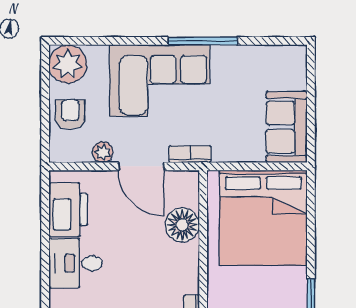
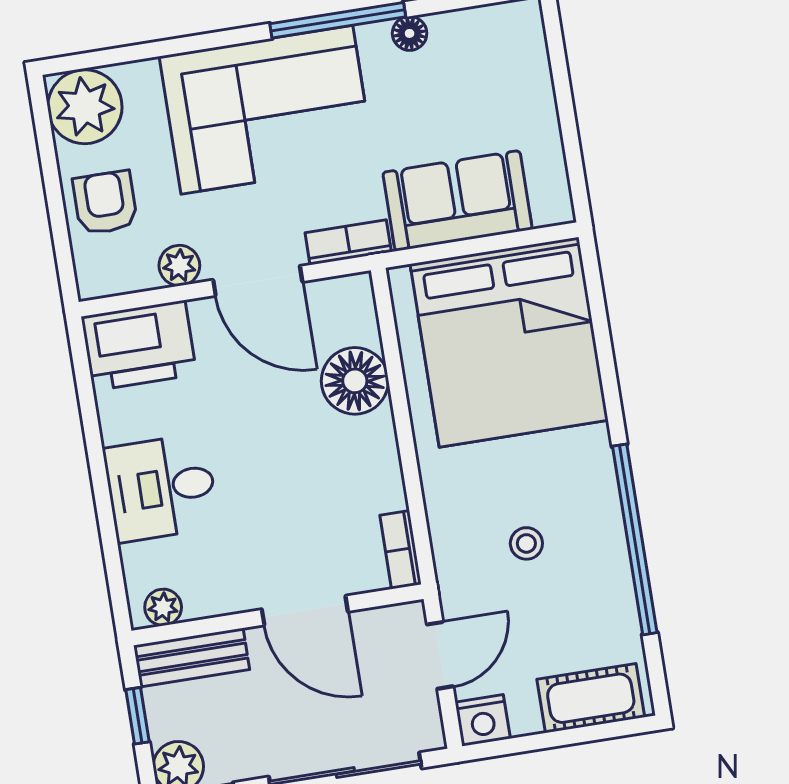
floor lamp: (238, 53) -> (410, 33), added
sofa: (287, 127) -> (457, 201), moved, turned 90
printer: (68, 210) -> (139, 346), moved, turned 90

